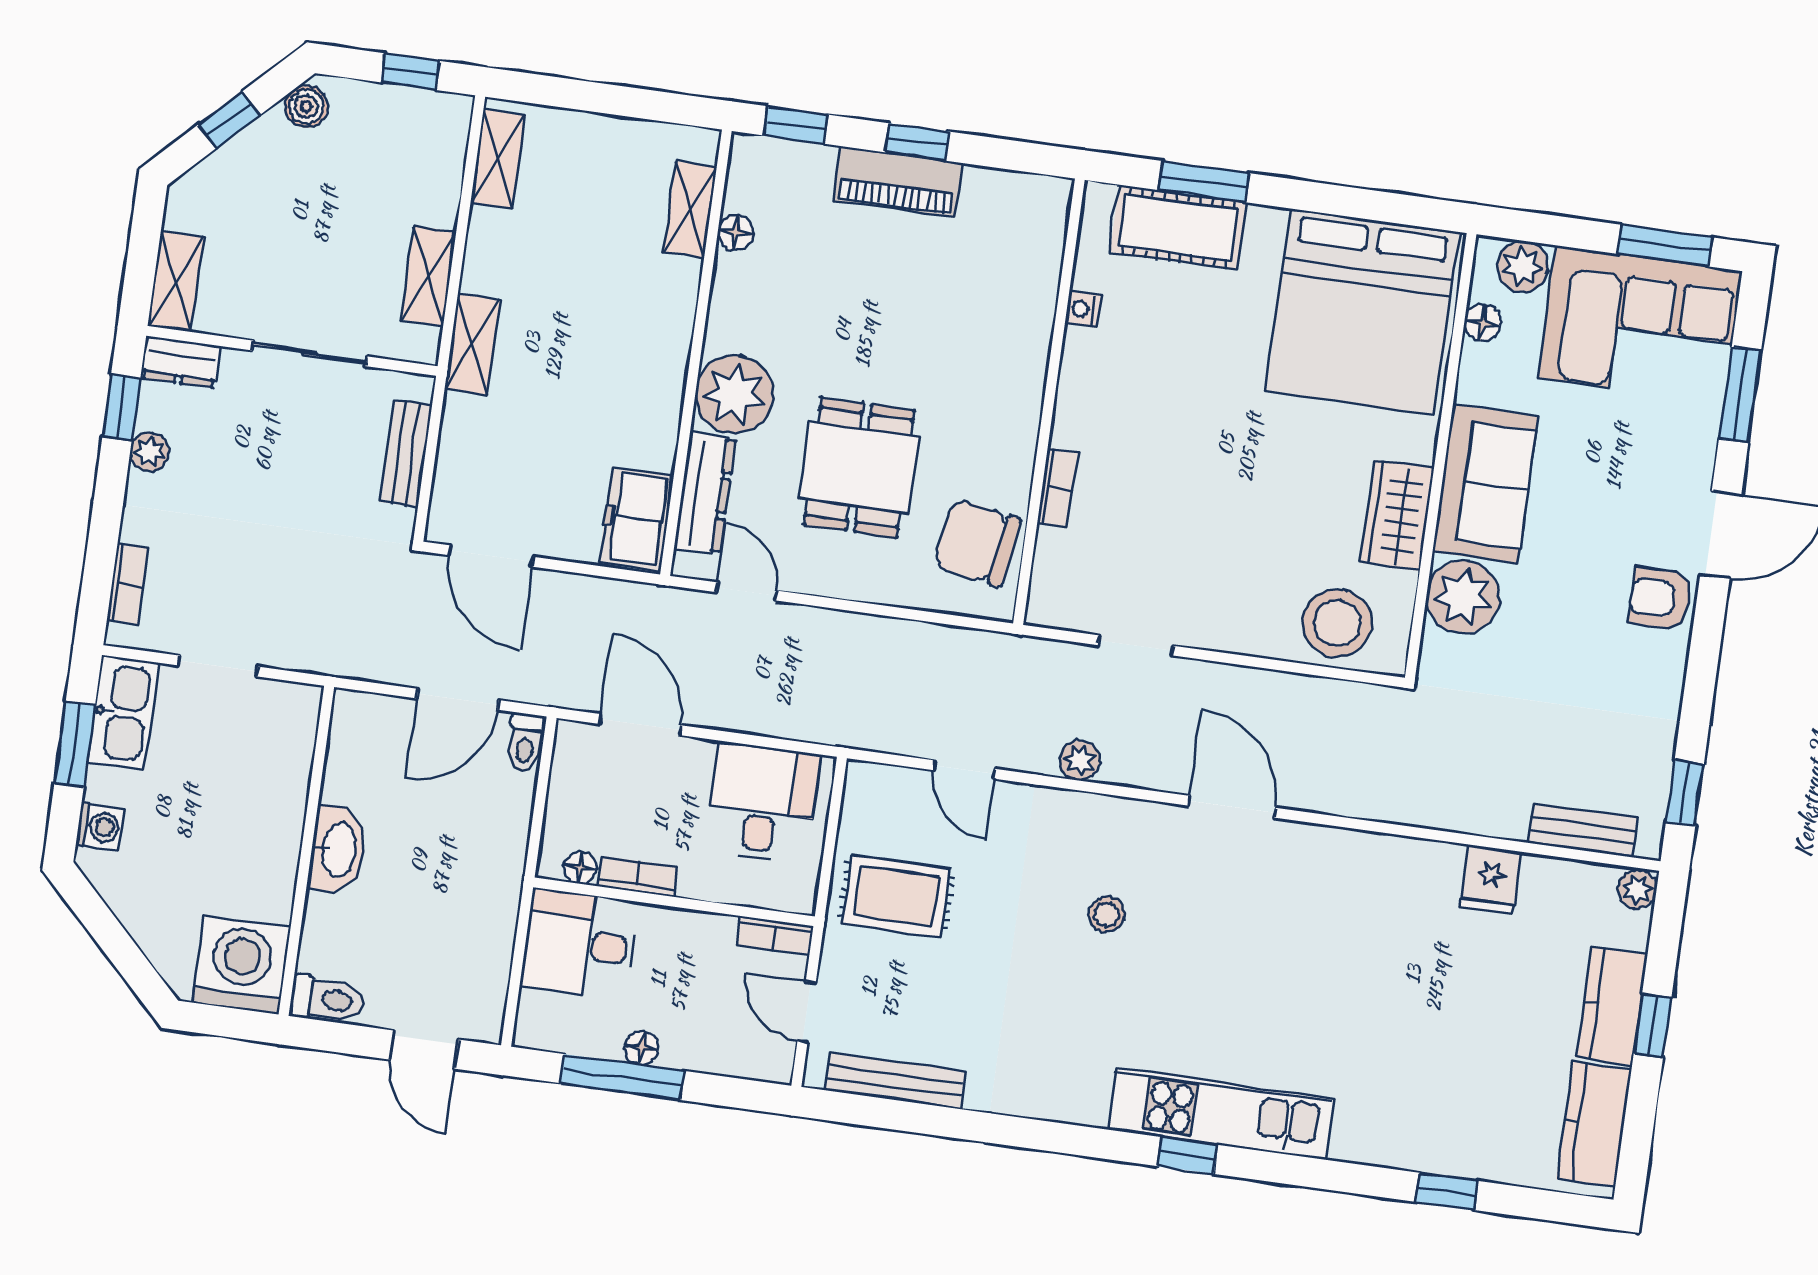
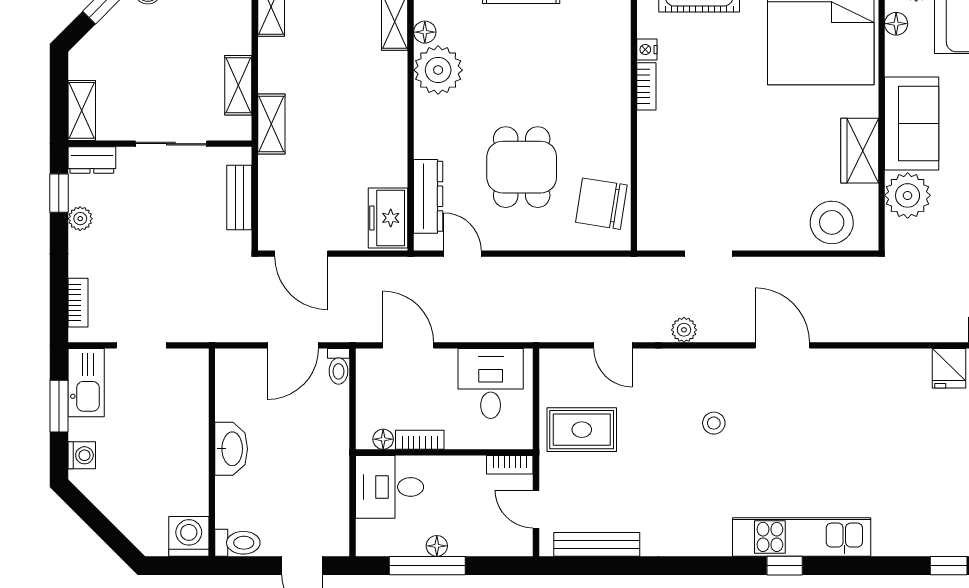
plant: (734, 394) -> (438, 70), moved
bookcase: (1057, 487) -> (646, 86), moved
washing machine: (241, 965) -> (189, 536), width x0.73, depth x0.73

